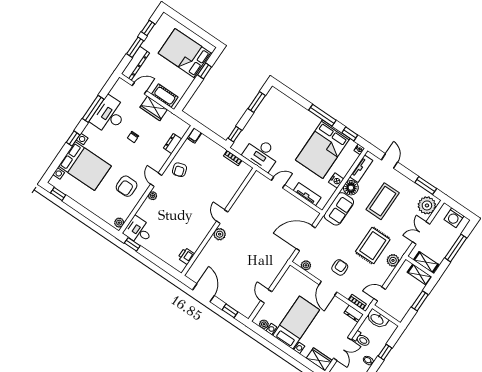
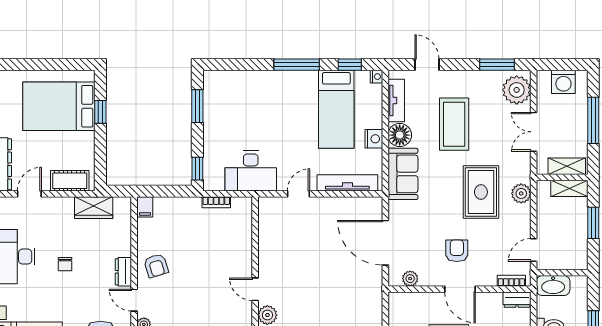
wardrobe: (154, 108) -> (94, 208), moved
dresser: (173, 144) -> (123, 272), moved
bed: (323, 149) -> (336, 109), width x0.67
tv unit: (307, 194) -> (347, 183), width x1.41
door: (306, 238) -> (385, 243), hinge flipped

